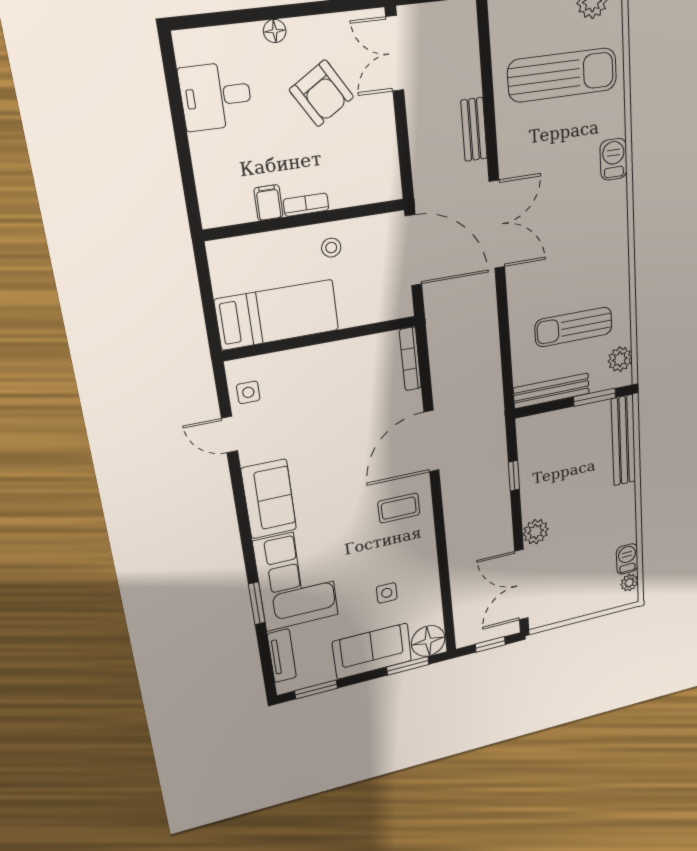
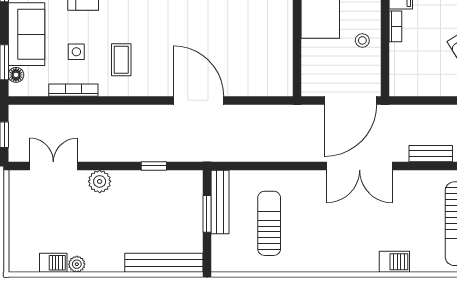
bookcase: (410, 359) -> (73, 90), moved
plant: (620, 359) -> (235, 262), removed
window: (595, 397) -> (207, 214), moved
coffee table: (399, 508) -> (121, 60), moved
plant: (629, 583) -> (77, 264), moved
double door: (521, 585) -> (53, 166), width x0.73
floor lamp: (428, 641) -> (16, 75), width x0.53, depth x0.53

